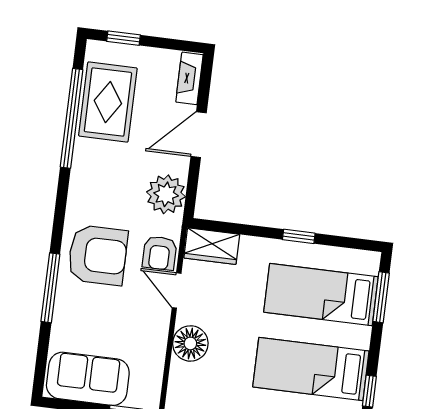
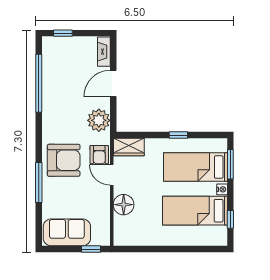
rug: (108, 102) -> (59, 71), removed
nightstand: (362, 338) -> (222, 189), added

